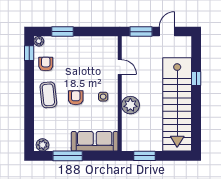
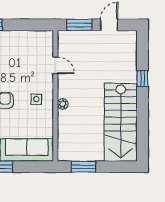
stairs: (177, 104) -> (121, 122), width x0.73
plant: (130, 105) -> (63, 104), width x0.53, depth x0.53

